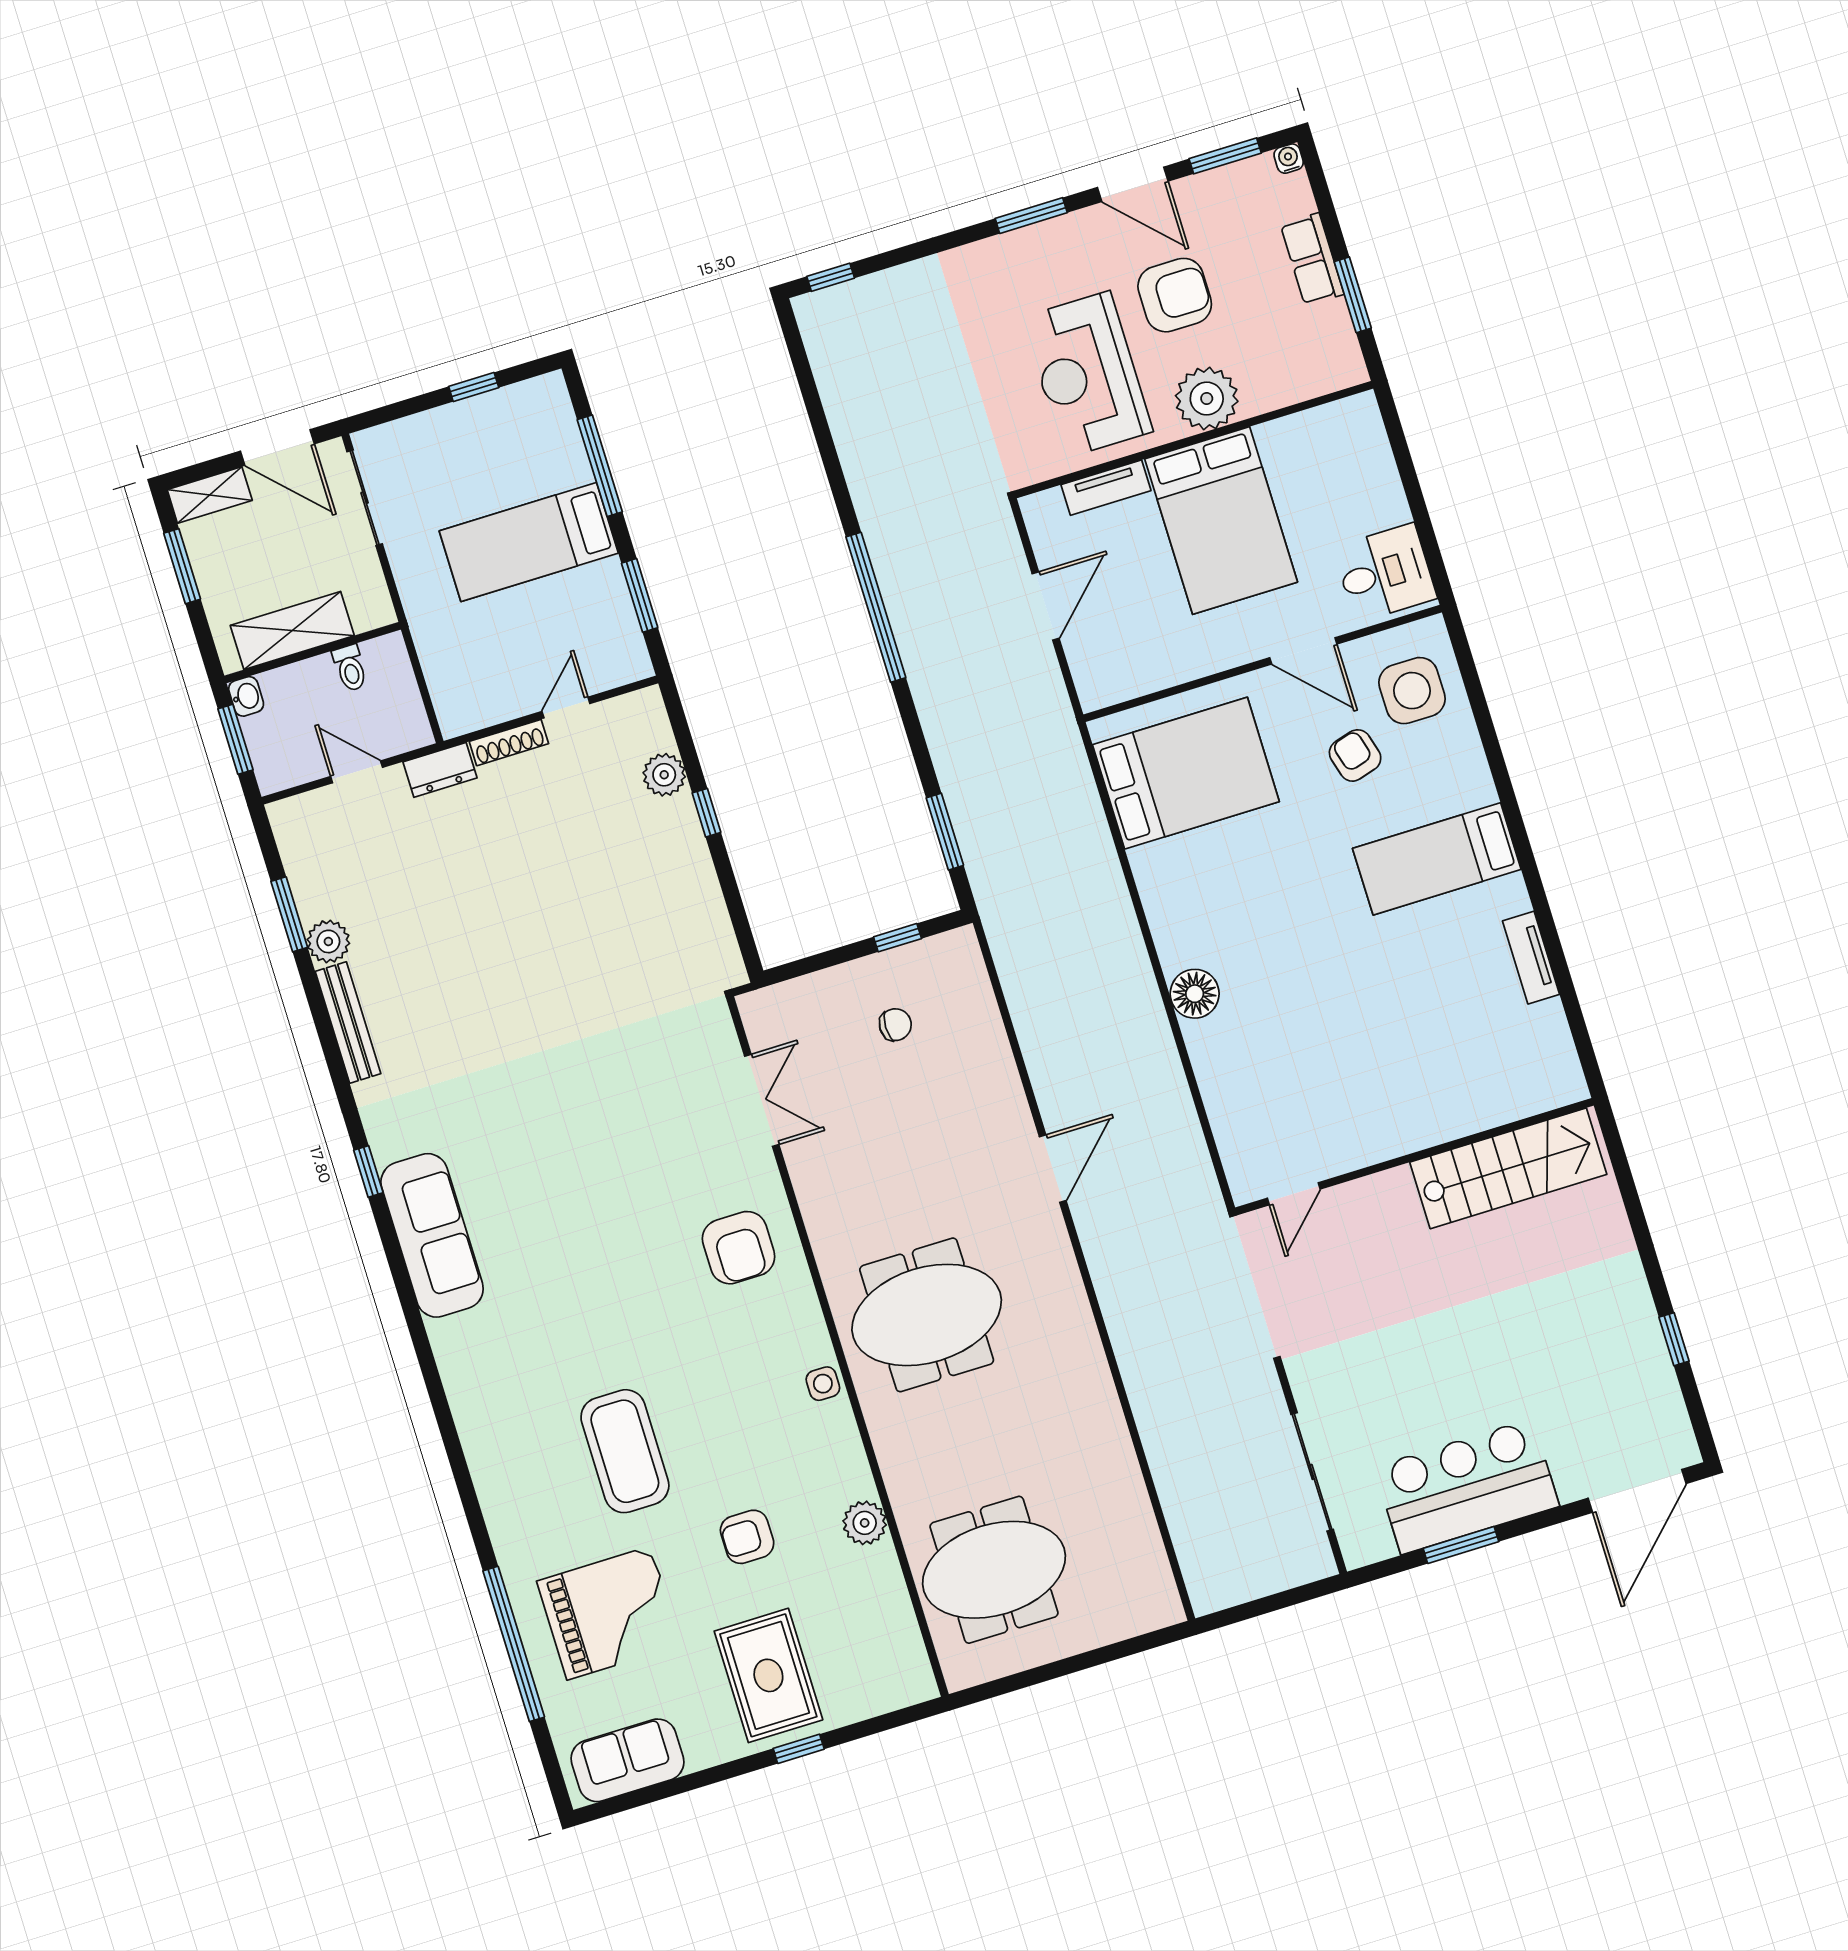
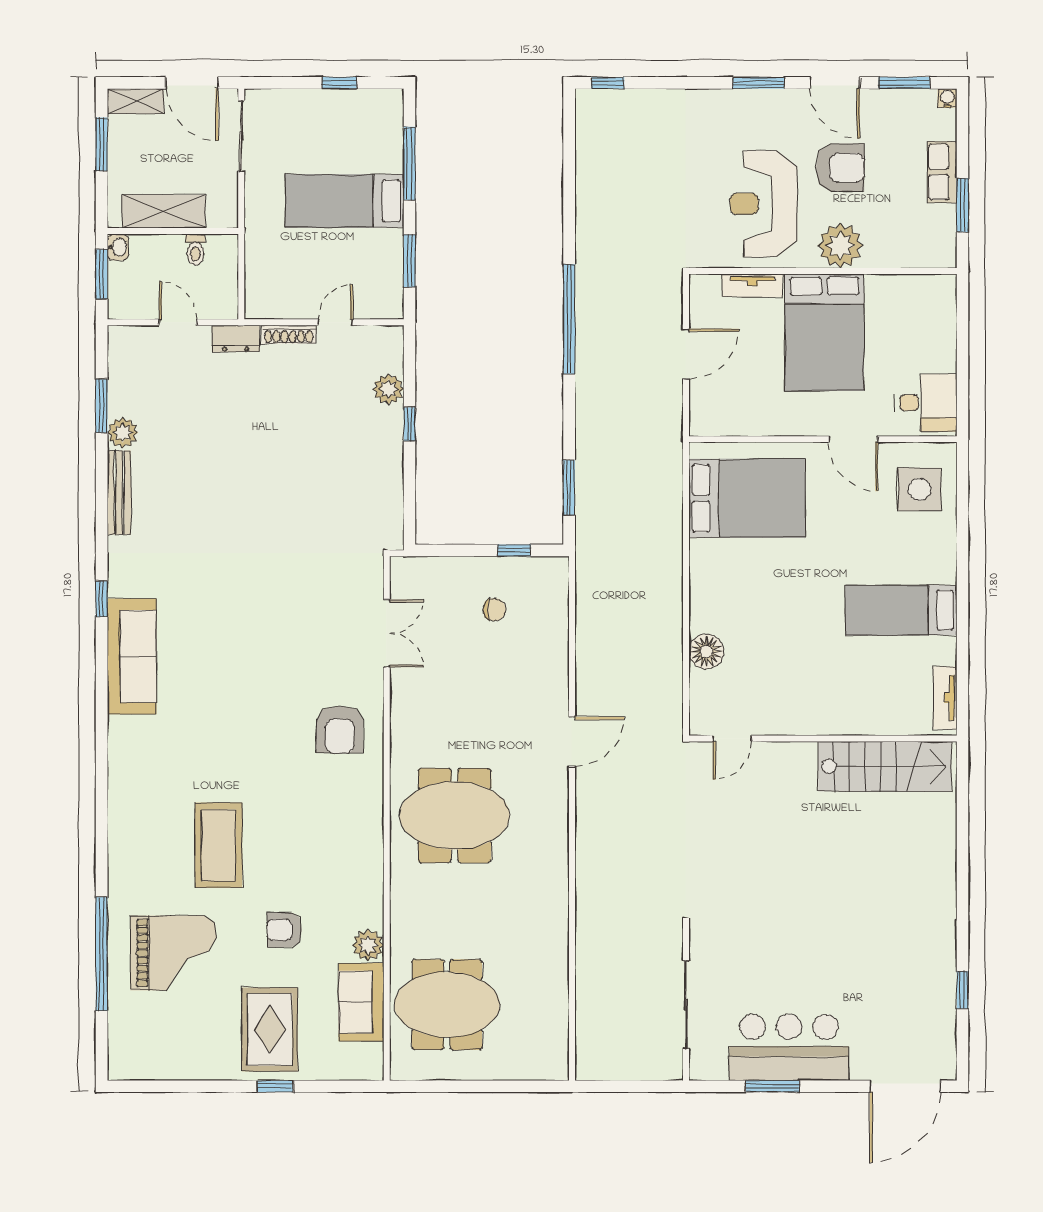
armchair: (1355, 755) -> (867, 522), removed
wall: (1414, 1157) -> (823, 738), moved
stairs: (1508, 1168) -> (885, 766), moved
door: (1294, 1194) -> (732, 738), moved
side table: (823, 1384) -> (369, 841), removed
sofa: (627, 1760) -> (361, 1002), moved, turned -90

